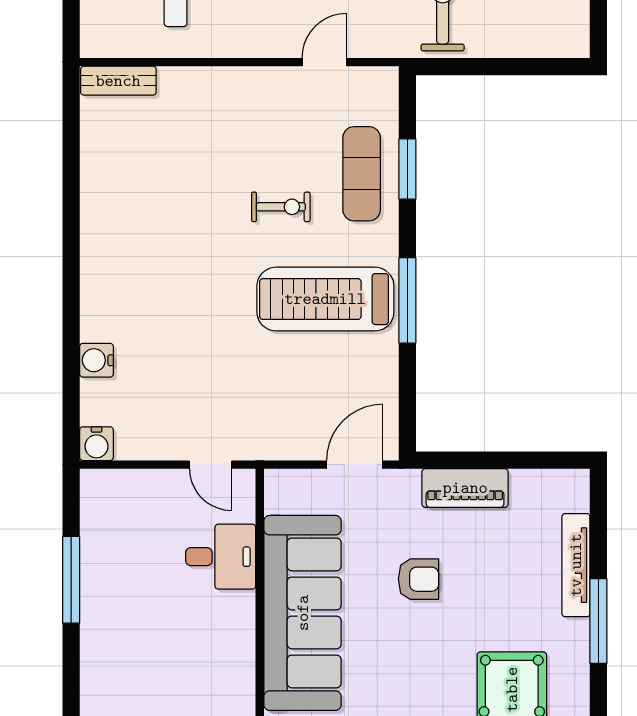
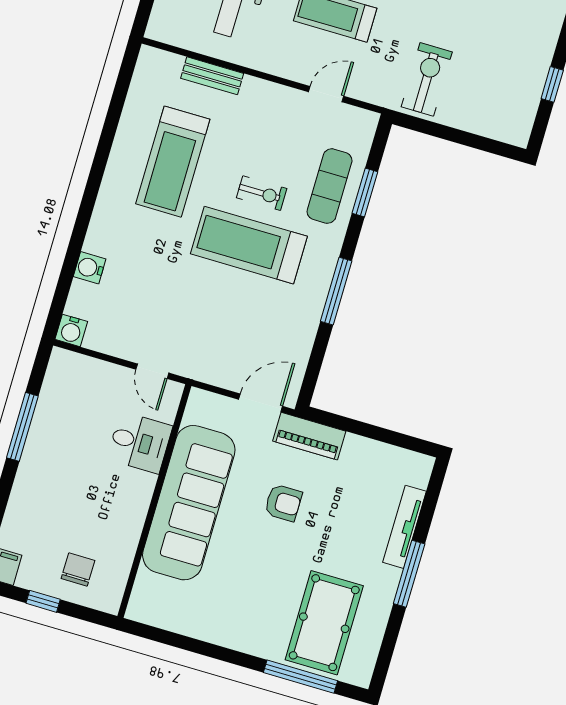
bench: (118, 81) -> (212, 76), moved
treadmill: (160, 200) -> (173, 162), added
treadmill: (325, 299) -> (249, 245), moved
piano: (465, 488) -> (309, 436), moved

